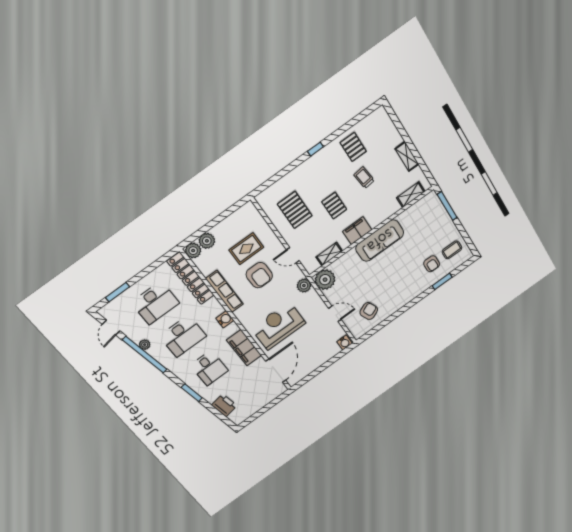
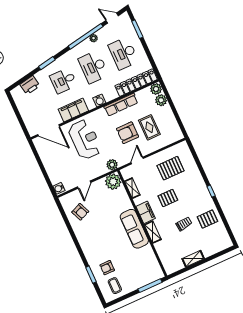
shelving: (411, 195) -> (153, 232), moved

